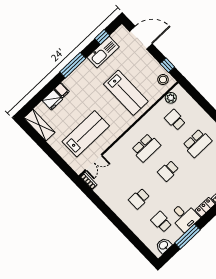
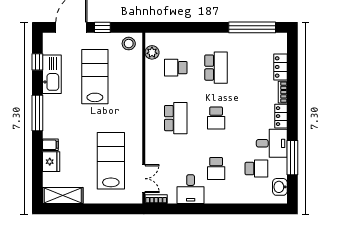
window: (167, 65) -> (102, 27), moved
lab bench: (126, 93) -> (95, 77), moved, turned -90
desk: (113, 195) -> (191, 189), added
school desk: (161, 222) -> (256, 169), turned 180

